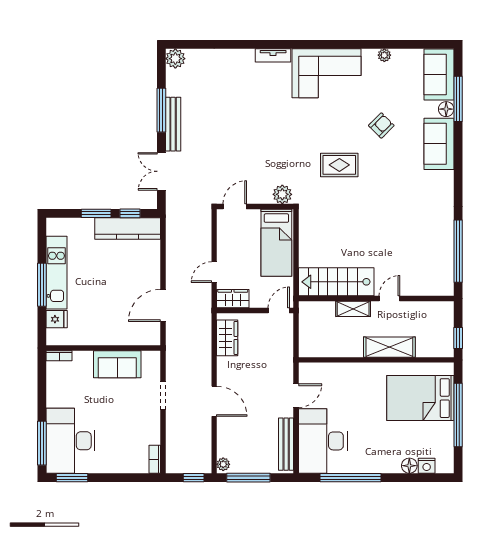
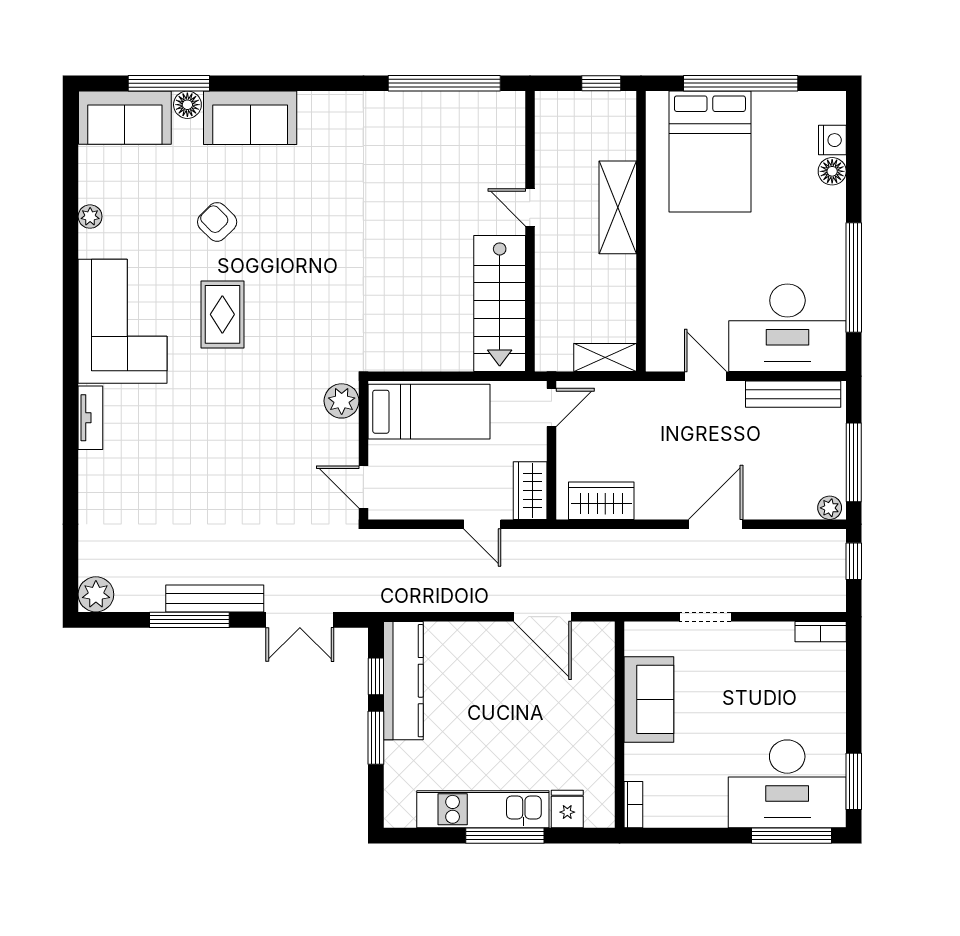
rug: (339, 165) -> (222, 314), moved
shelving: (353, 309) -> (605, 357), moved, turned 90
door: (279, 310) -> (552, 407), swing flipped

